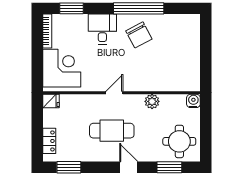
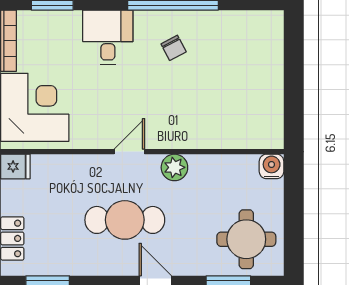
chair: (139, 35) -> (174, 48), width x0.54, depth x0.54
plant: (152, 101) -> (174, 167), moved

